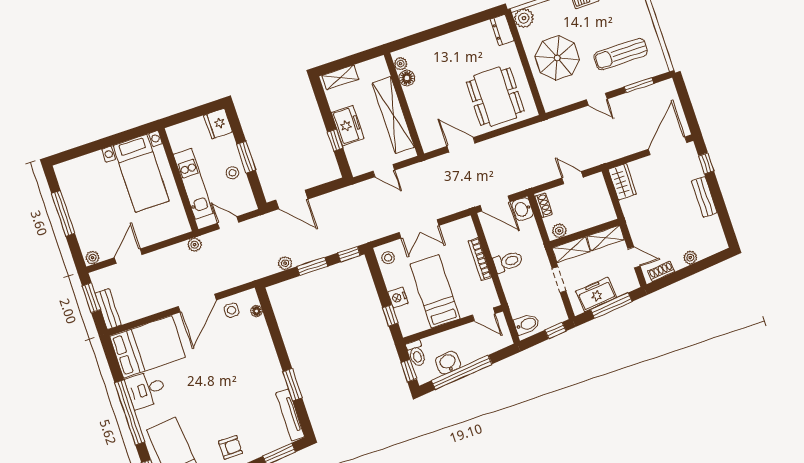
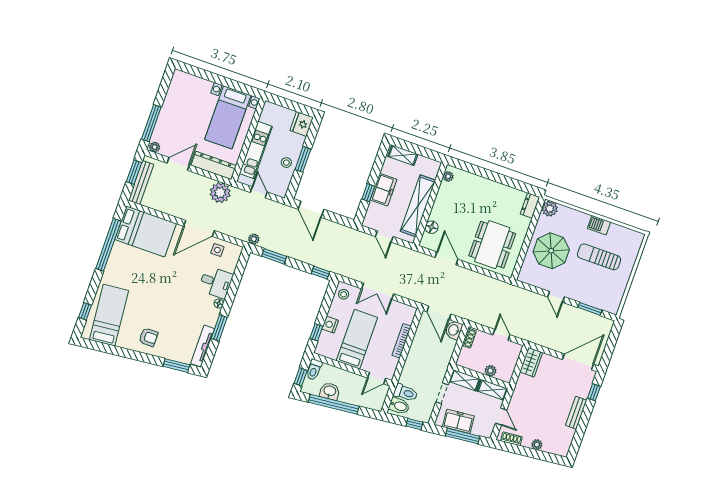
sun lounger: (621, 54) -> (599, 257), moved
floor lamp: (407, 78) -> (432, 227), moved
window: (63, 213) -> (151, 123), moved
dresser: (164, 231) -> (214, 165), added
plant: (559, 231) -> (490, 371), moved
plant: (195, 245) -> (220, 193), width x1.87, depth x1.87
toilet: (508, 262) -> (406, 393), moved
plant: (285, 263) -> (254, 239), moved
window: (312, 266) -> (274, 256), moved
bench: (108, 309) -> (141, 182), width x1.36
floor lamp: (257, 311) -> (219, 303), moved
door: (484, 314) -> (377, 378), hinge flipped
desk: (146, 389) -> (216, 282), moved, turned 180
window: (130, 412) -> (108, 245), moved

